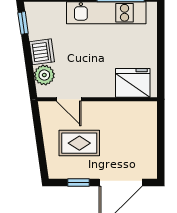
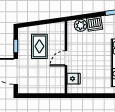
fridge: (133, 83) -> (74, 79), width x0.53, depth x0.75
door: (69, 99) -> (66, 58), moved

